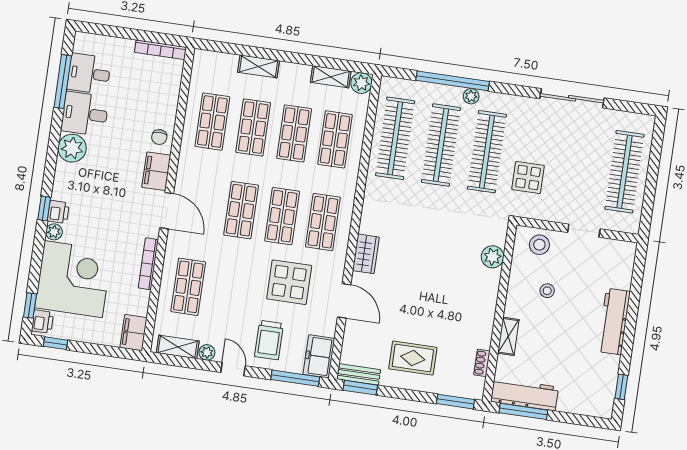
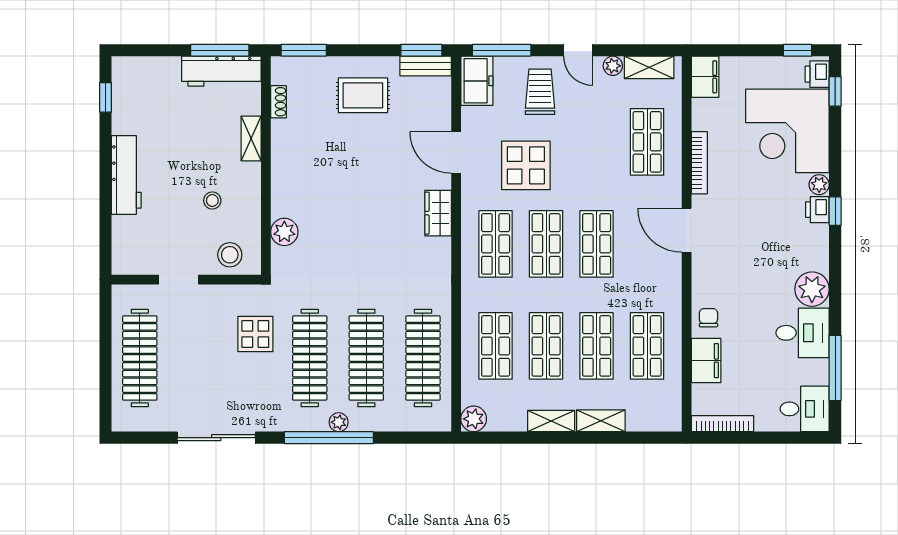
desk: (89, 74) -> (805, 409), moved
shelving: (331, 77) -> (551, 421), moved
window: (453, 81) -> (329, 438), moved
filing cabinet: (156, 171) -> (706, 361), moved

